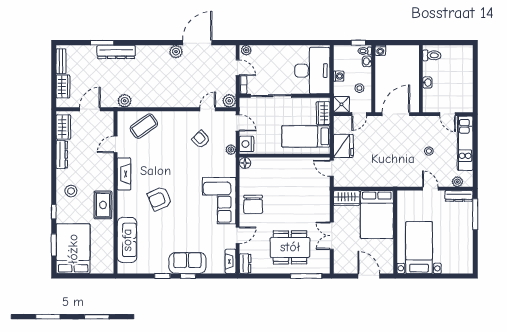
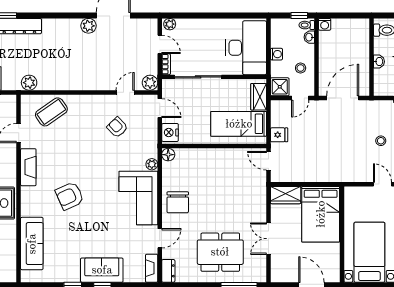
fridge: (343, 146) -> (279, 135), width x0.53, depth x0.75
plant: (231, 150) -> (152, 164), moved

